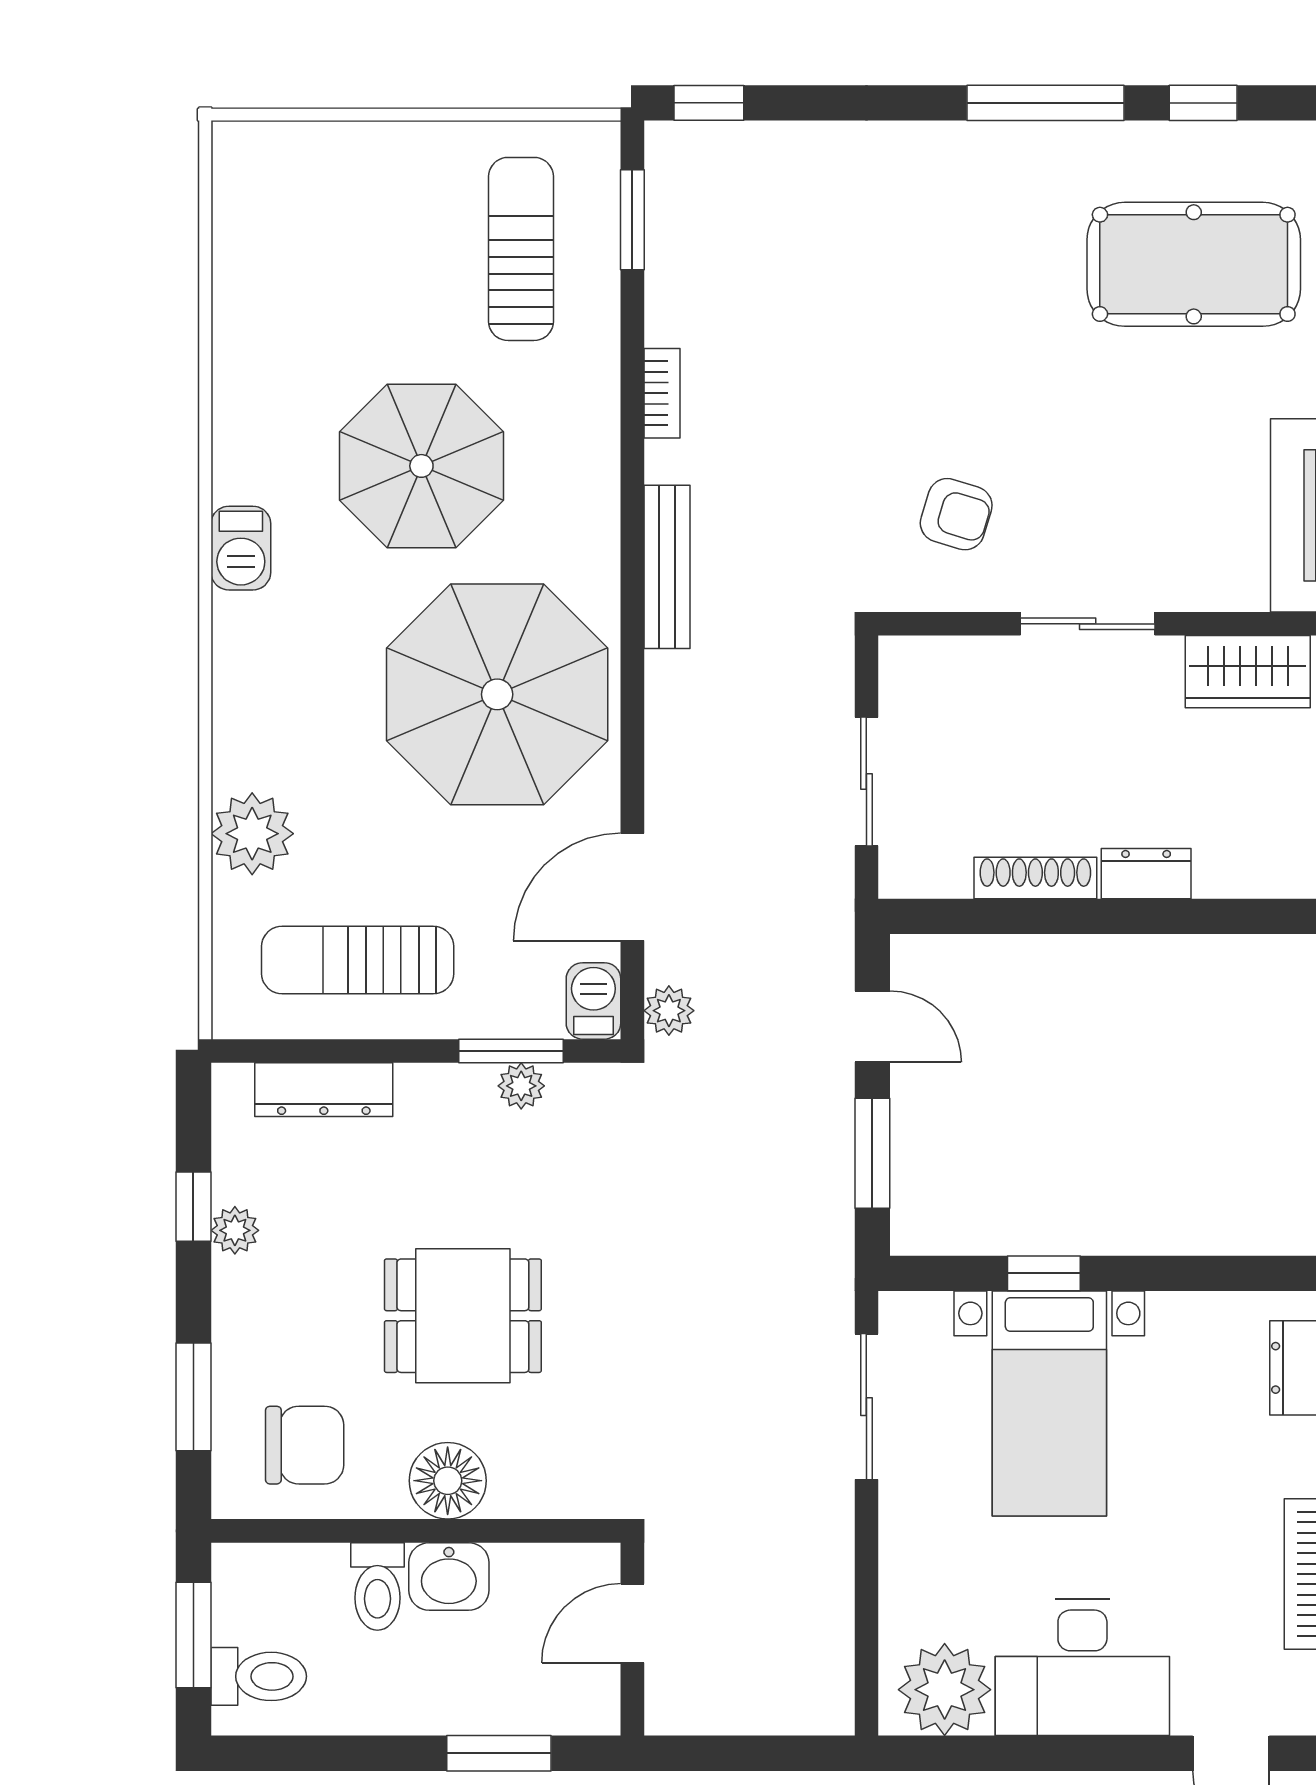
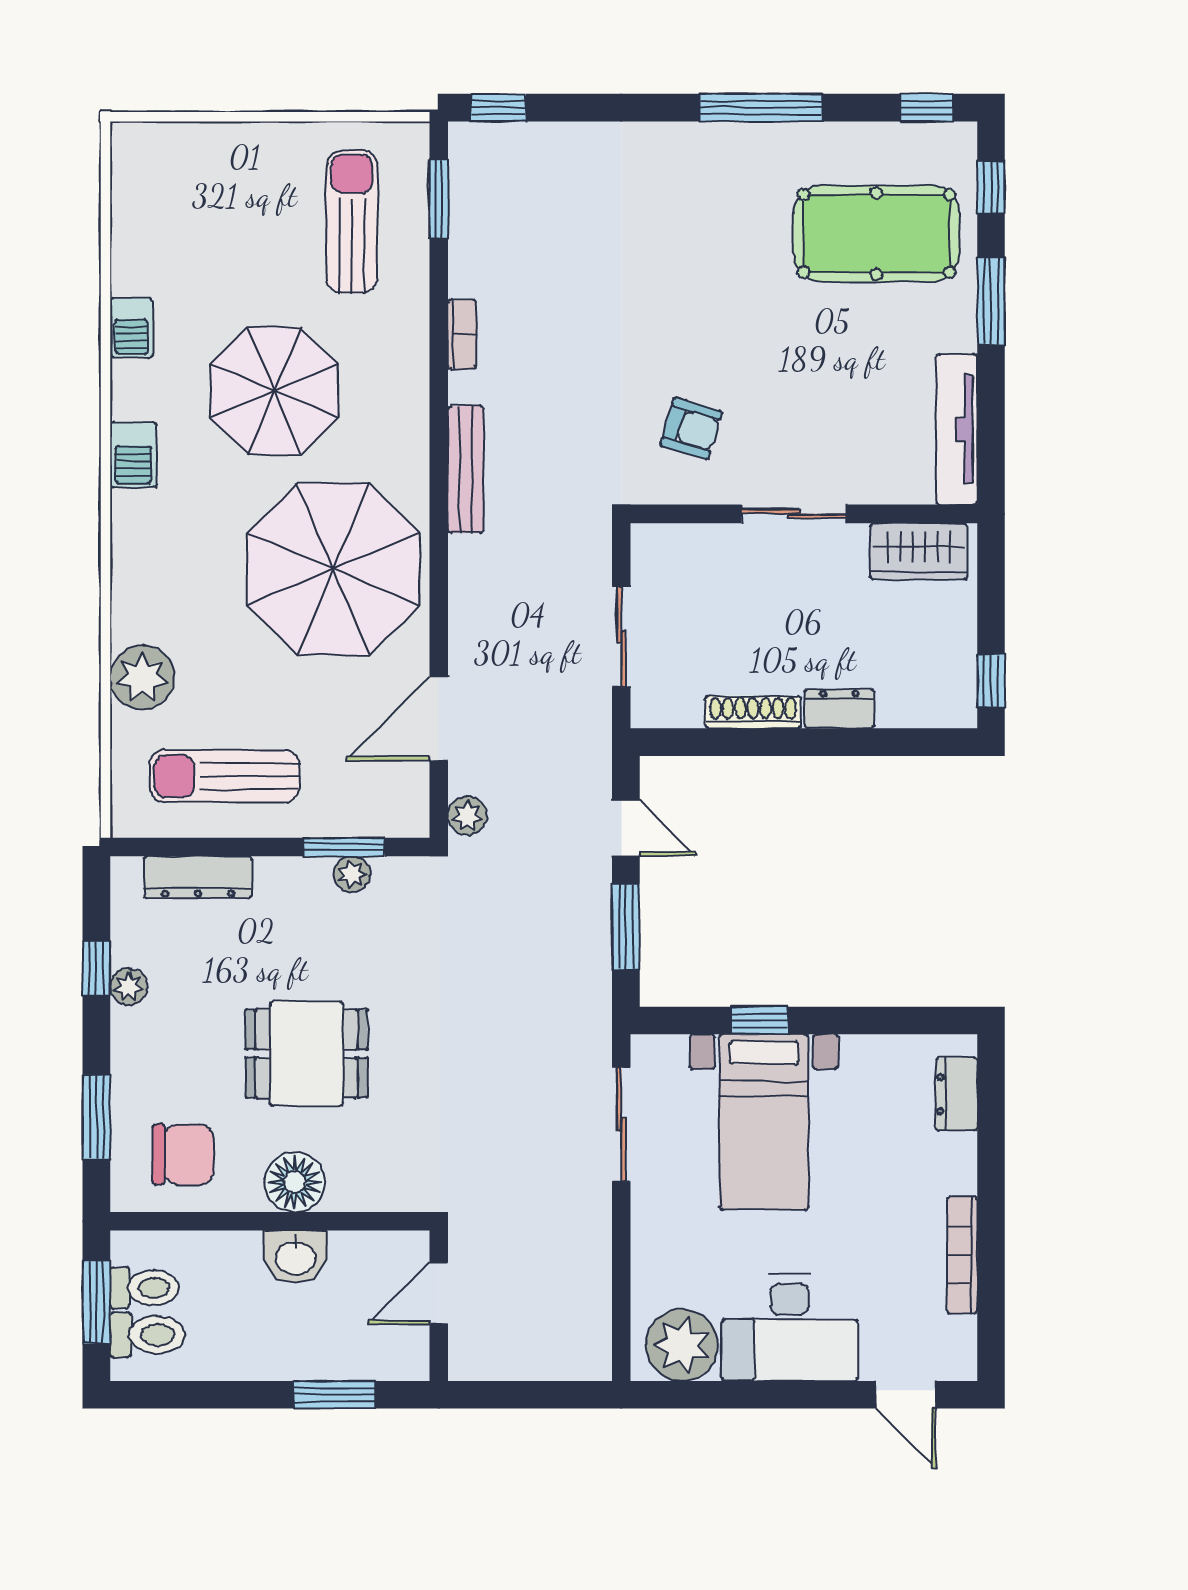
window: (1203, 103) -> (927, 108), moved
barbecue: (593, 1001) -> (131, 328), moved, turned 180
toilet: (377, 1586) -> (144, 1288), moved, turned -90

